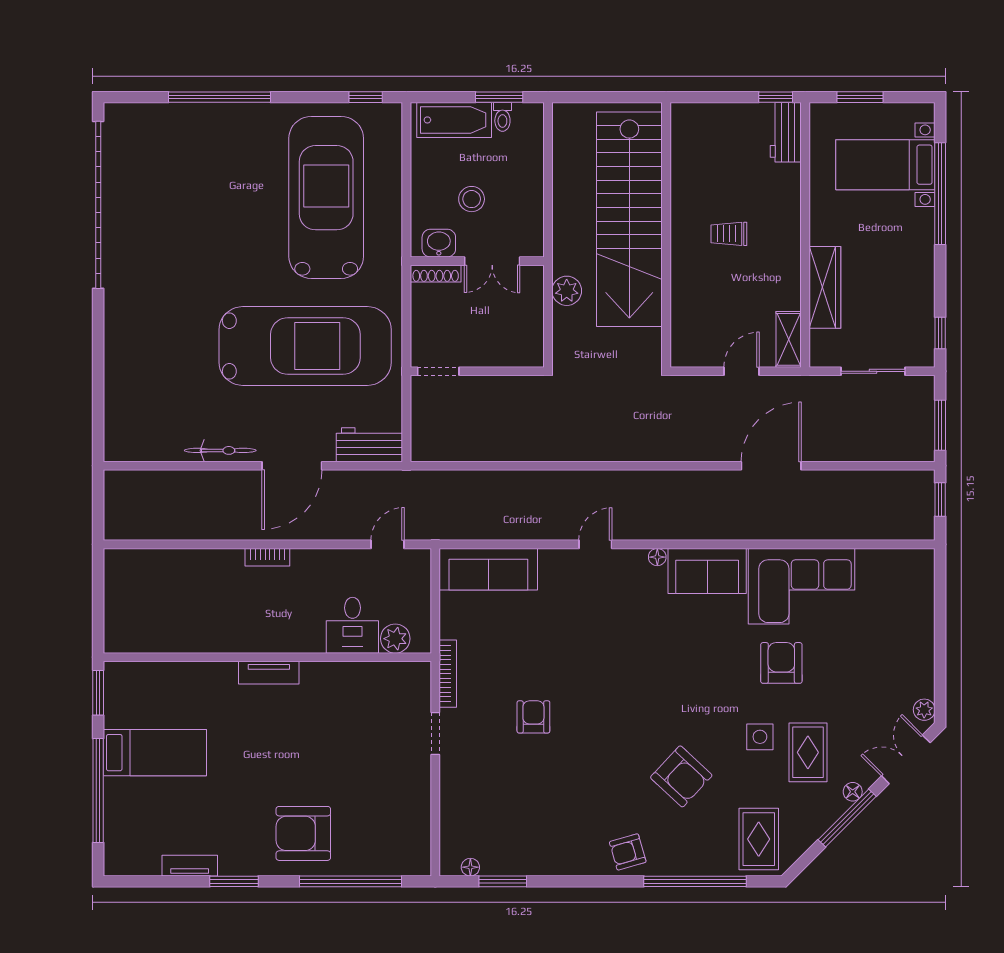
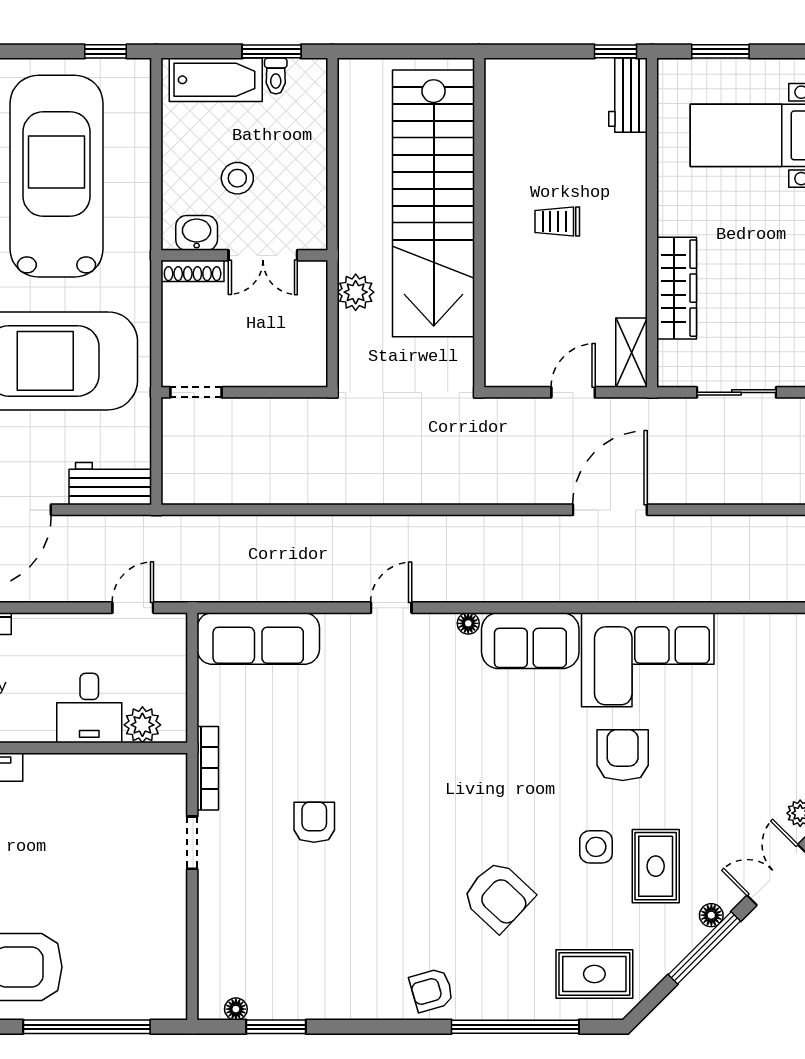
rug: (759, 839) -> (594, 974), turned 90

